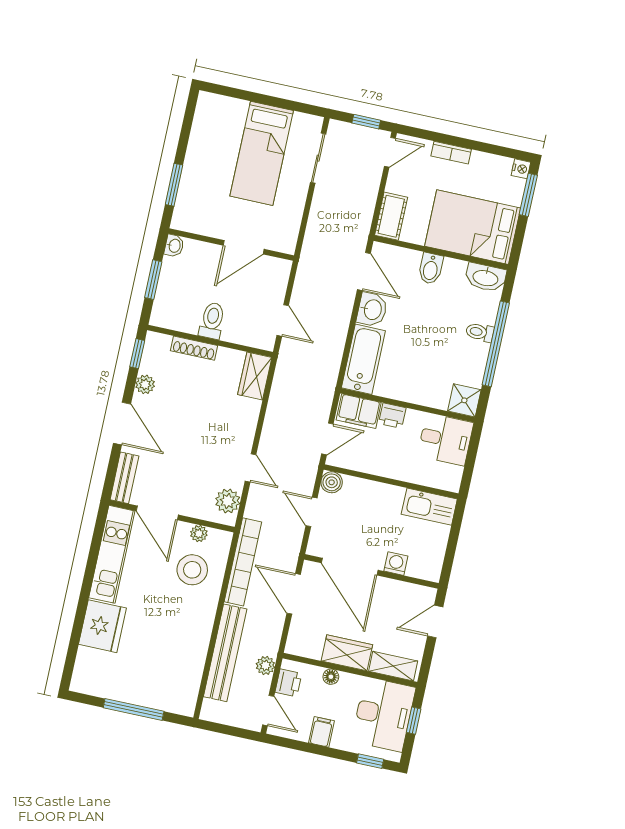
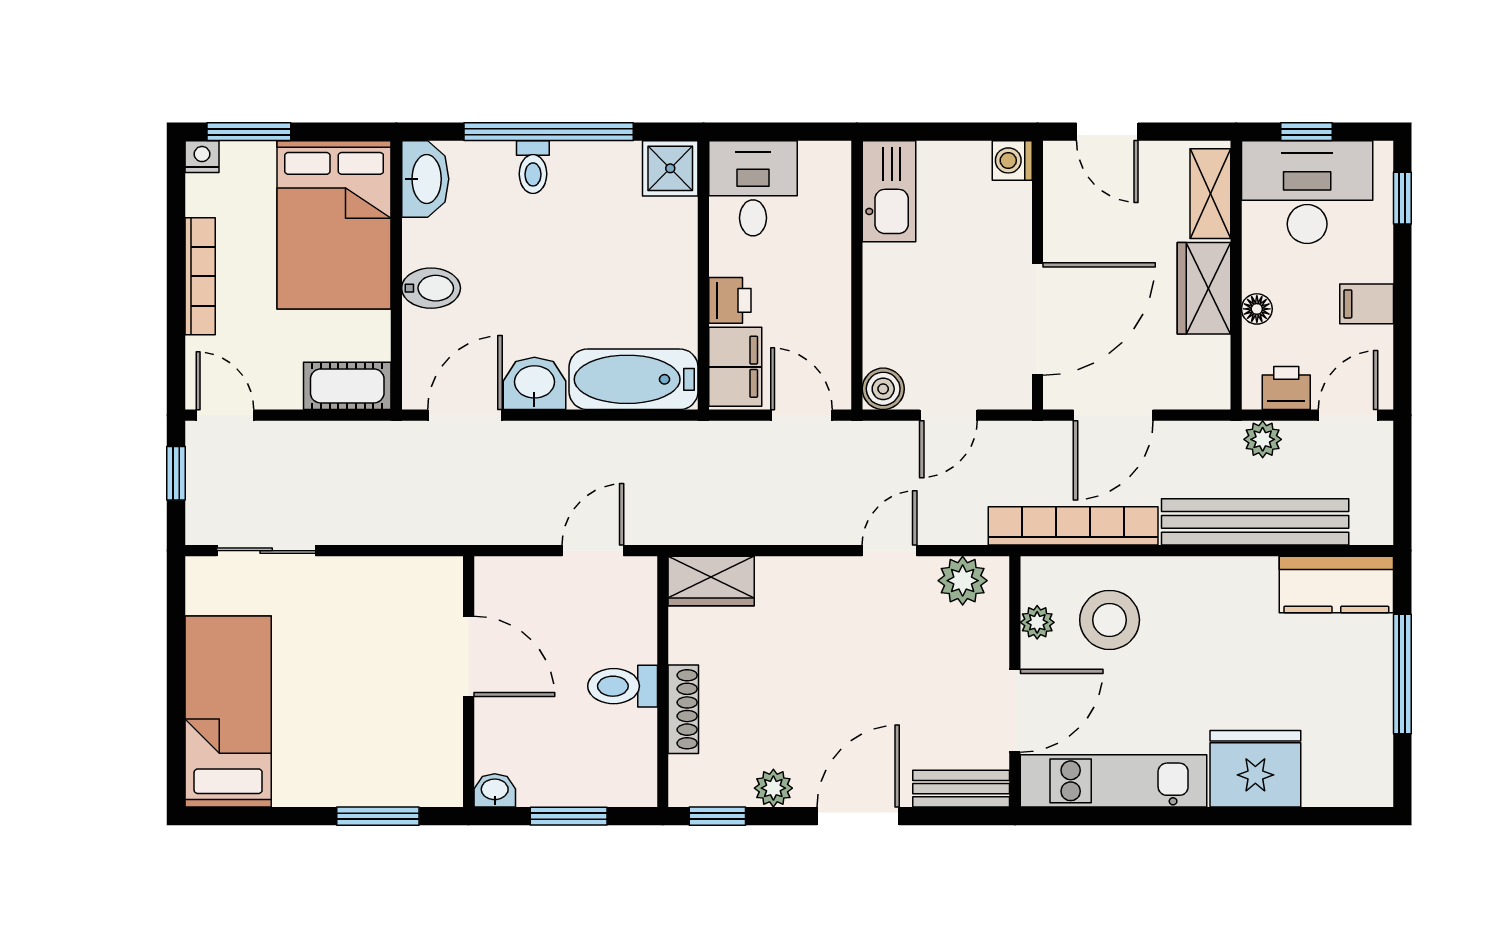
bed: (262, 153) -> (228, 711), moved, turned -90
bookcase: (451, 153) -> (200, 276), width x1.56
washing machine: (396, 564) -> (1012, 160), moved
kitchen counter: (185, 686) -> (1336, 584), added

